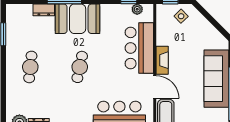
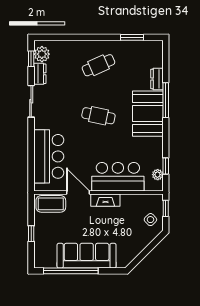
cafe table: (30, 67) -> (98, 65), turned -30
door: (155, 87) -> (78, 193), swing flipped

